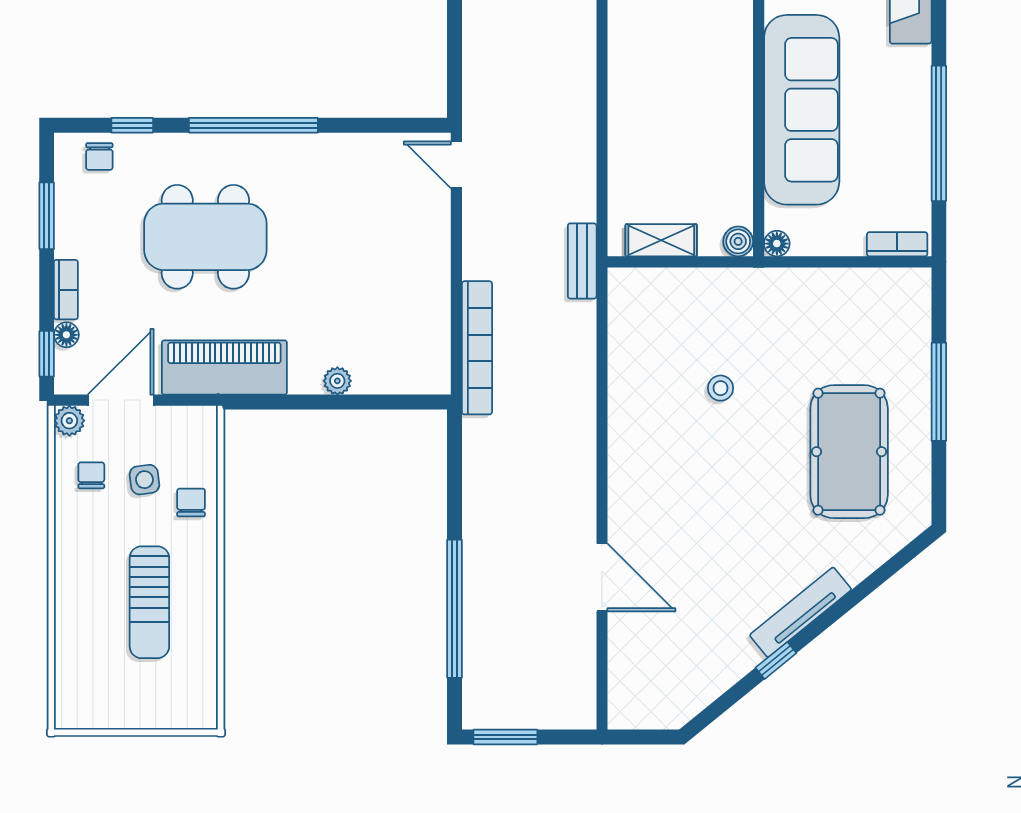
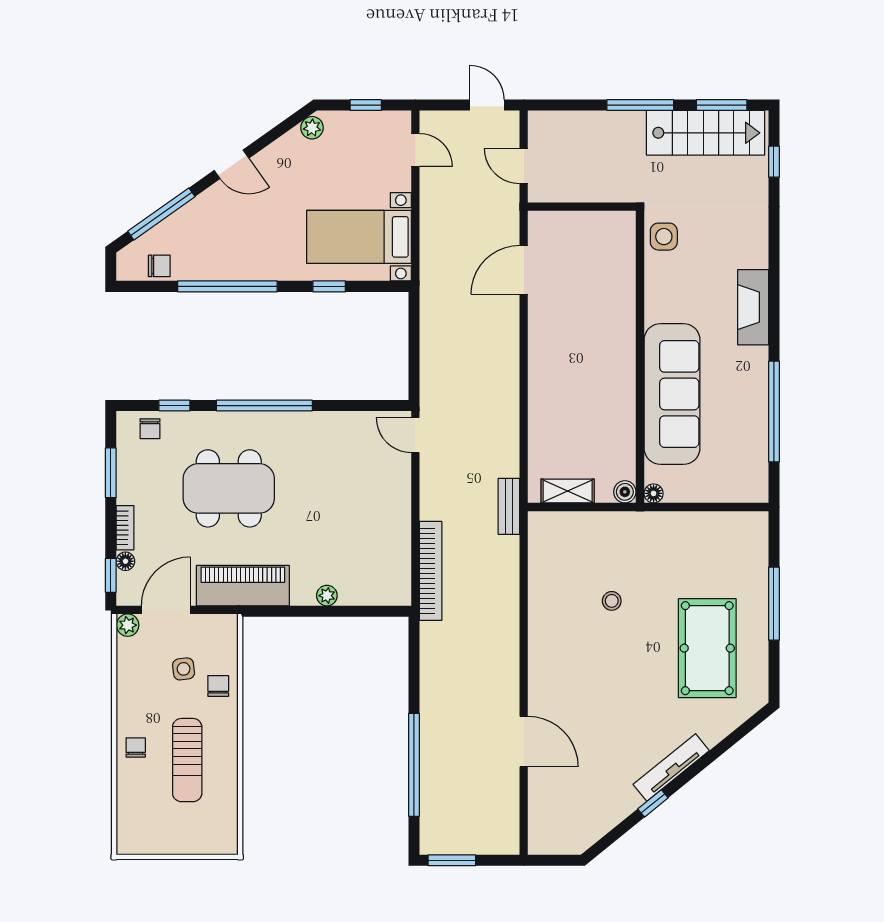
bookcase: (897, 244) -> (743, 494), removed
chair: (91, 475) -> (136, 747), moved

